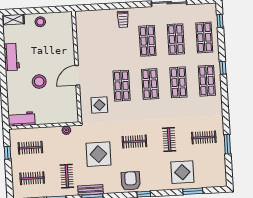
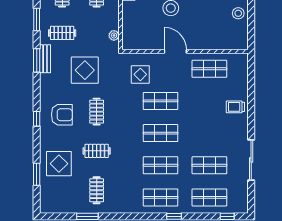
shop shelf: (147, 41) -> (209, 69), moved
armchair: (131, 181) -> (62, 115), moved

